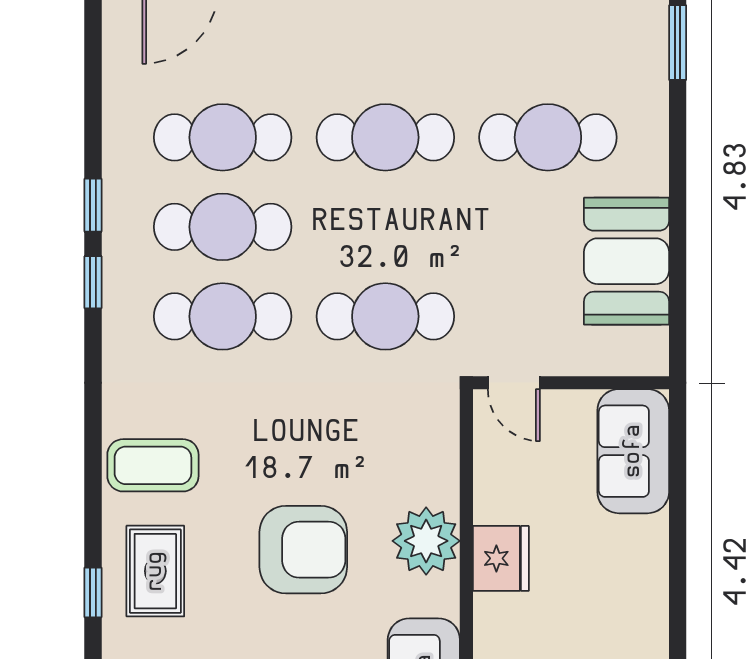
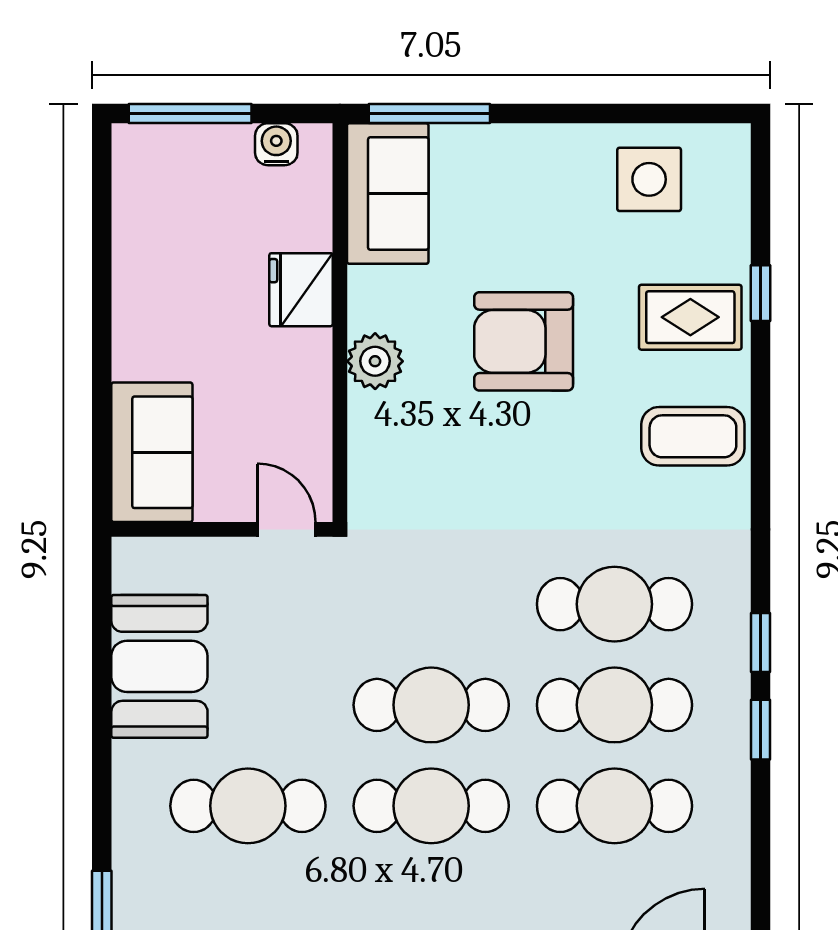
cafe table: (385, 316) -> (431, 705), moved
plant: (426, 541) -> (375, 361), width x0.73, depth x0.73
fridge: (501, 558) -> (301, 290), moved
rug: (155, 571) -> (690, 317), turned 90

